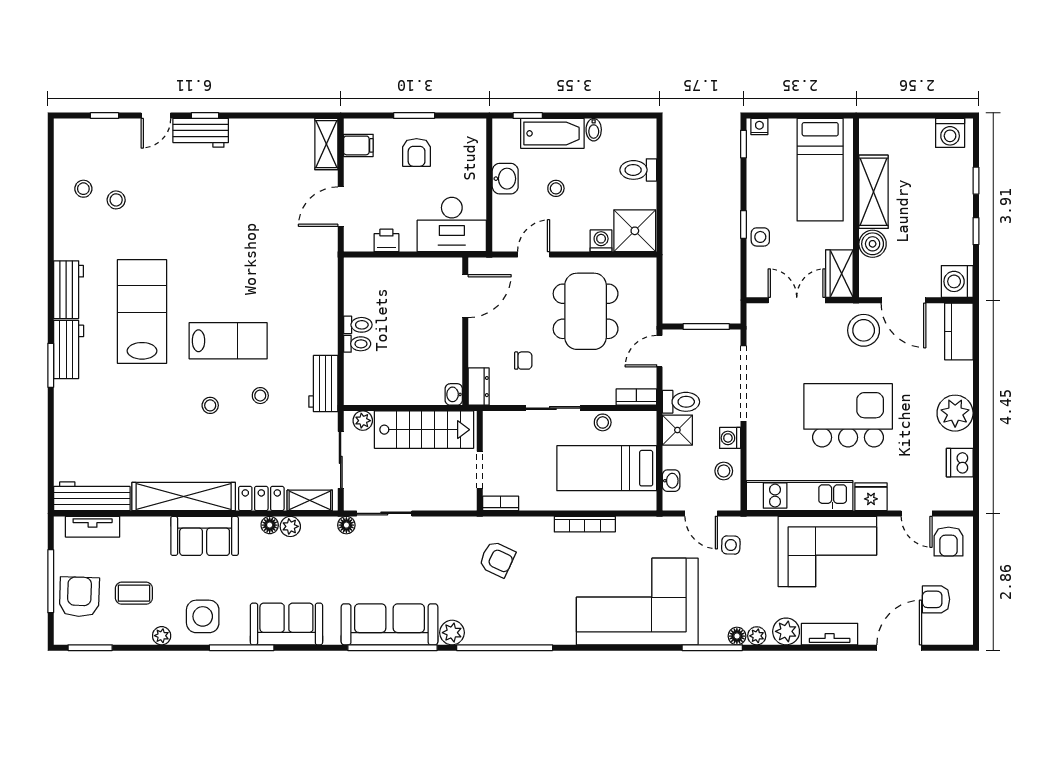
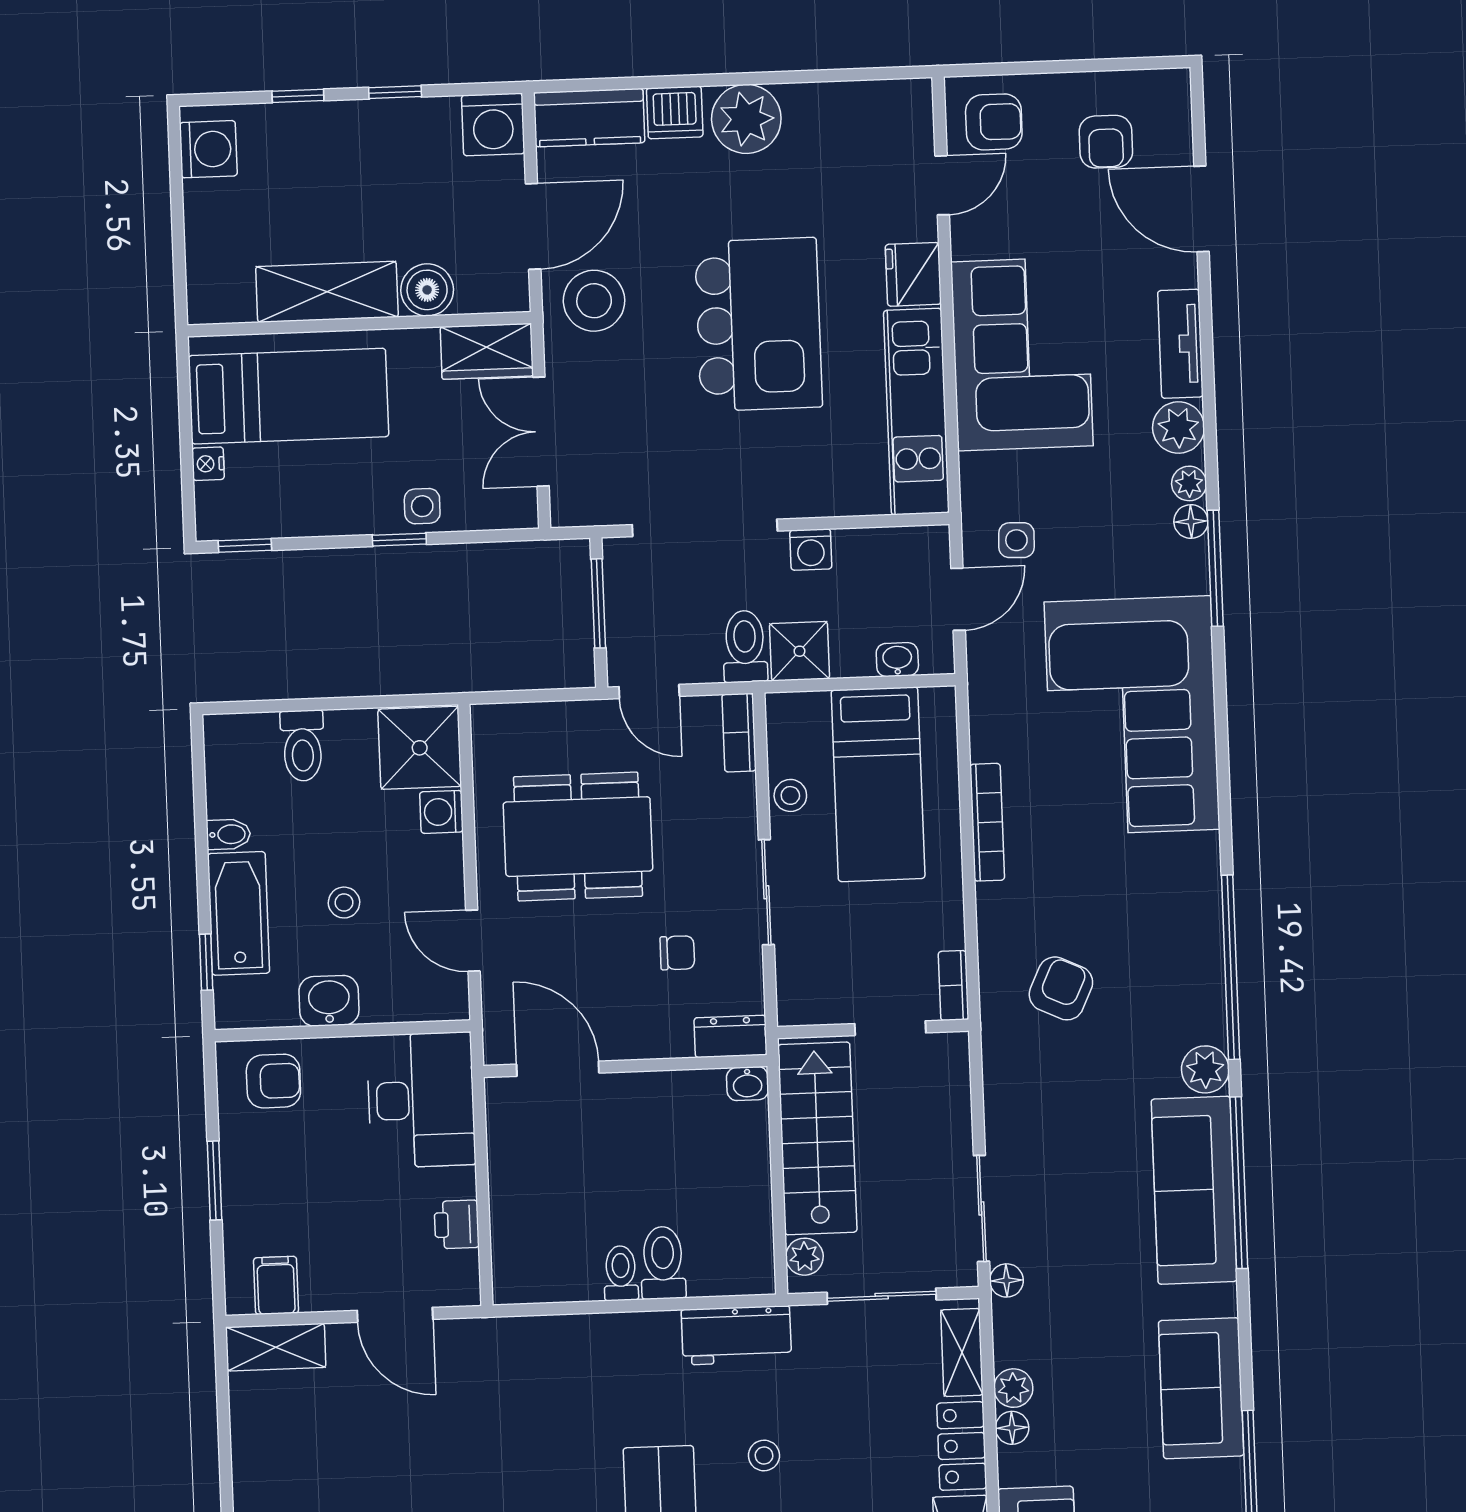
nightstand: (759, 127) -> (208, 464), moved
armchair: (417, 152) -> (273, 1081), moved
toilet: (357, 344) -> (663, 1263), width x1.37, depth x1.39
chair: (523, 361) -> (677, 953), turned 90
kitchen island: (848, 415) -> (759, 324), turned 180
dishwasher: (960, 463) -> (675, 113), moved
stool: (724, 471) -> (875, 559), removed

